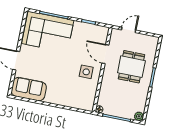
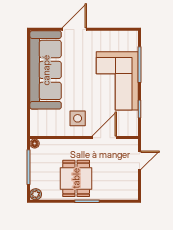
door: (129, 30) -> (140, 160), hinge flipped
corner sofa: (48, 32) -> (117, 81), moved
dining table: (131, 67) -> (76, 178), moved, turned 90
sofa: (29, 89) -> (46, 70), width x1.85, depth x1.27

